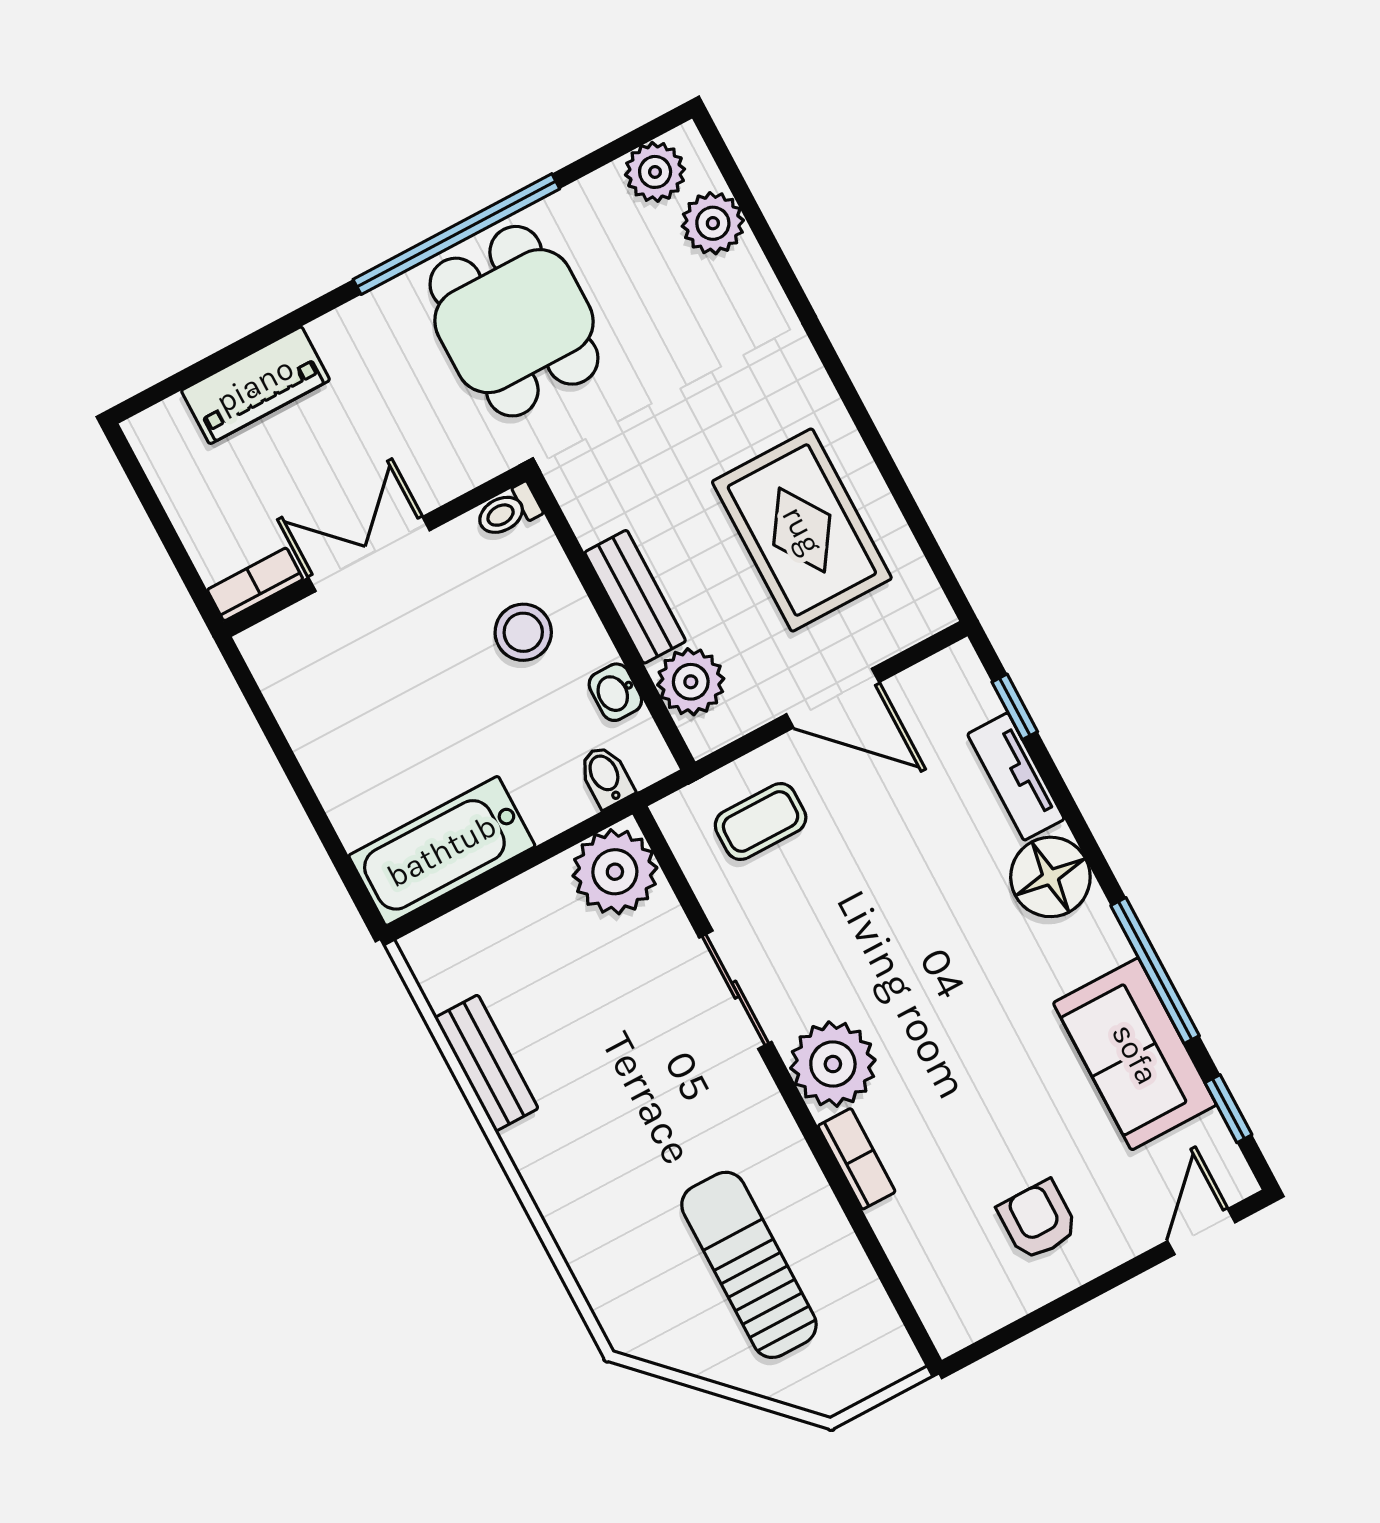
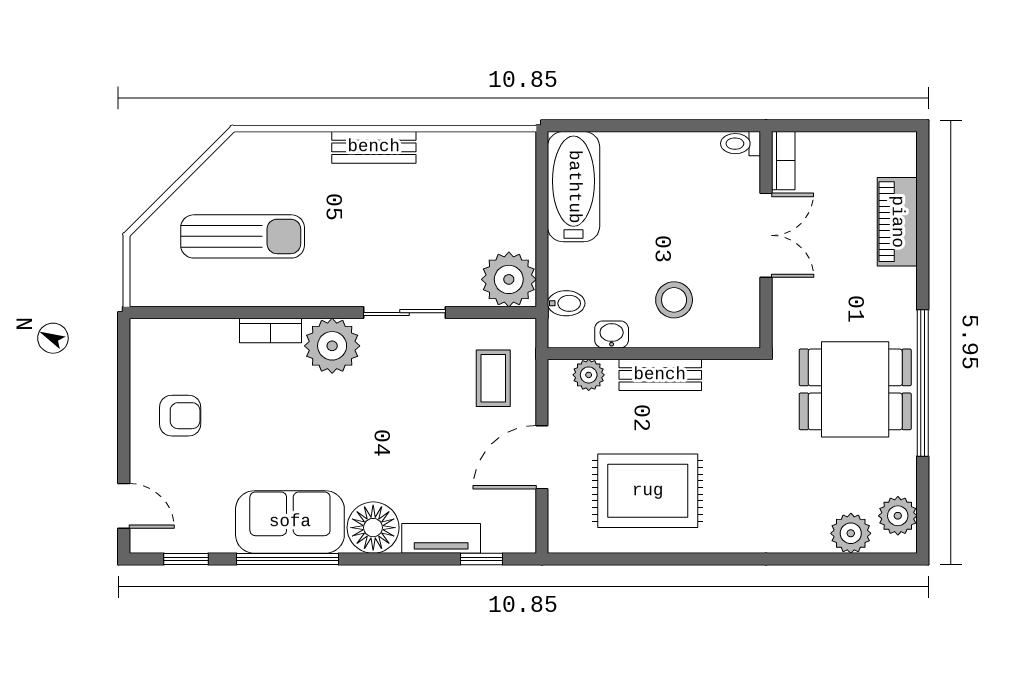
toilet: (508, 511) -> (740, 144), moved, turned -90
plant: (691, 682) -> (589, 375), width x0.73, depth x0.73
sofa: (1135, 1054) -> (290, 522), moved
bench: (486, 1063) -> (374, 147), moved

